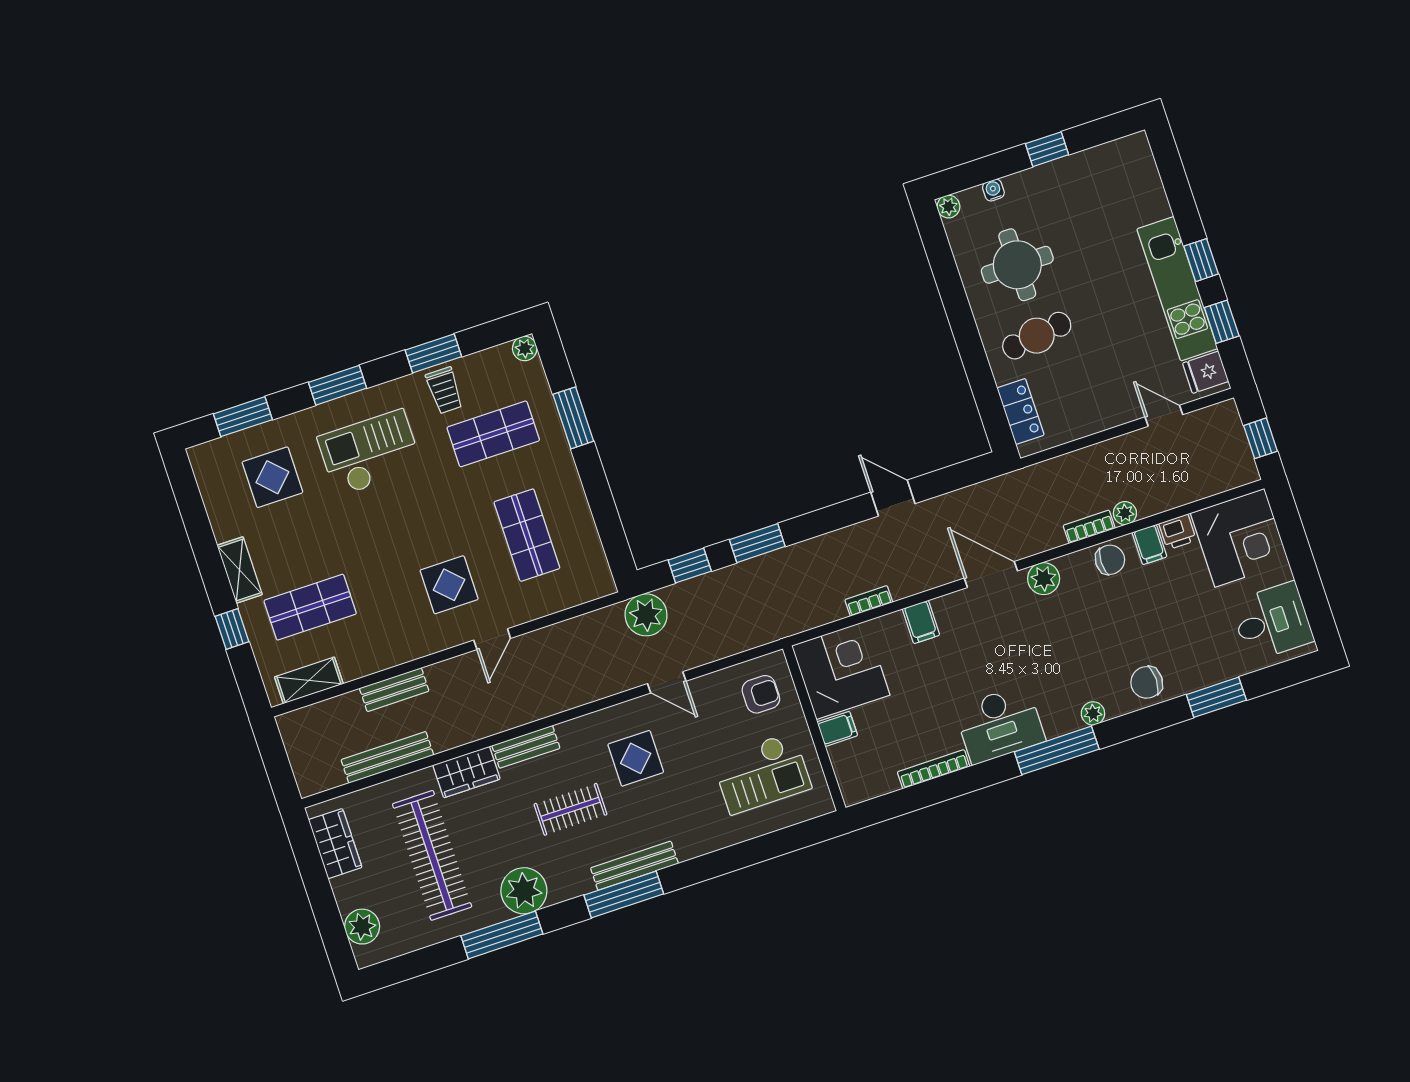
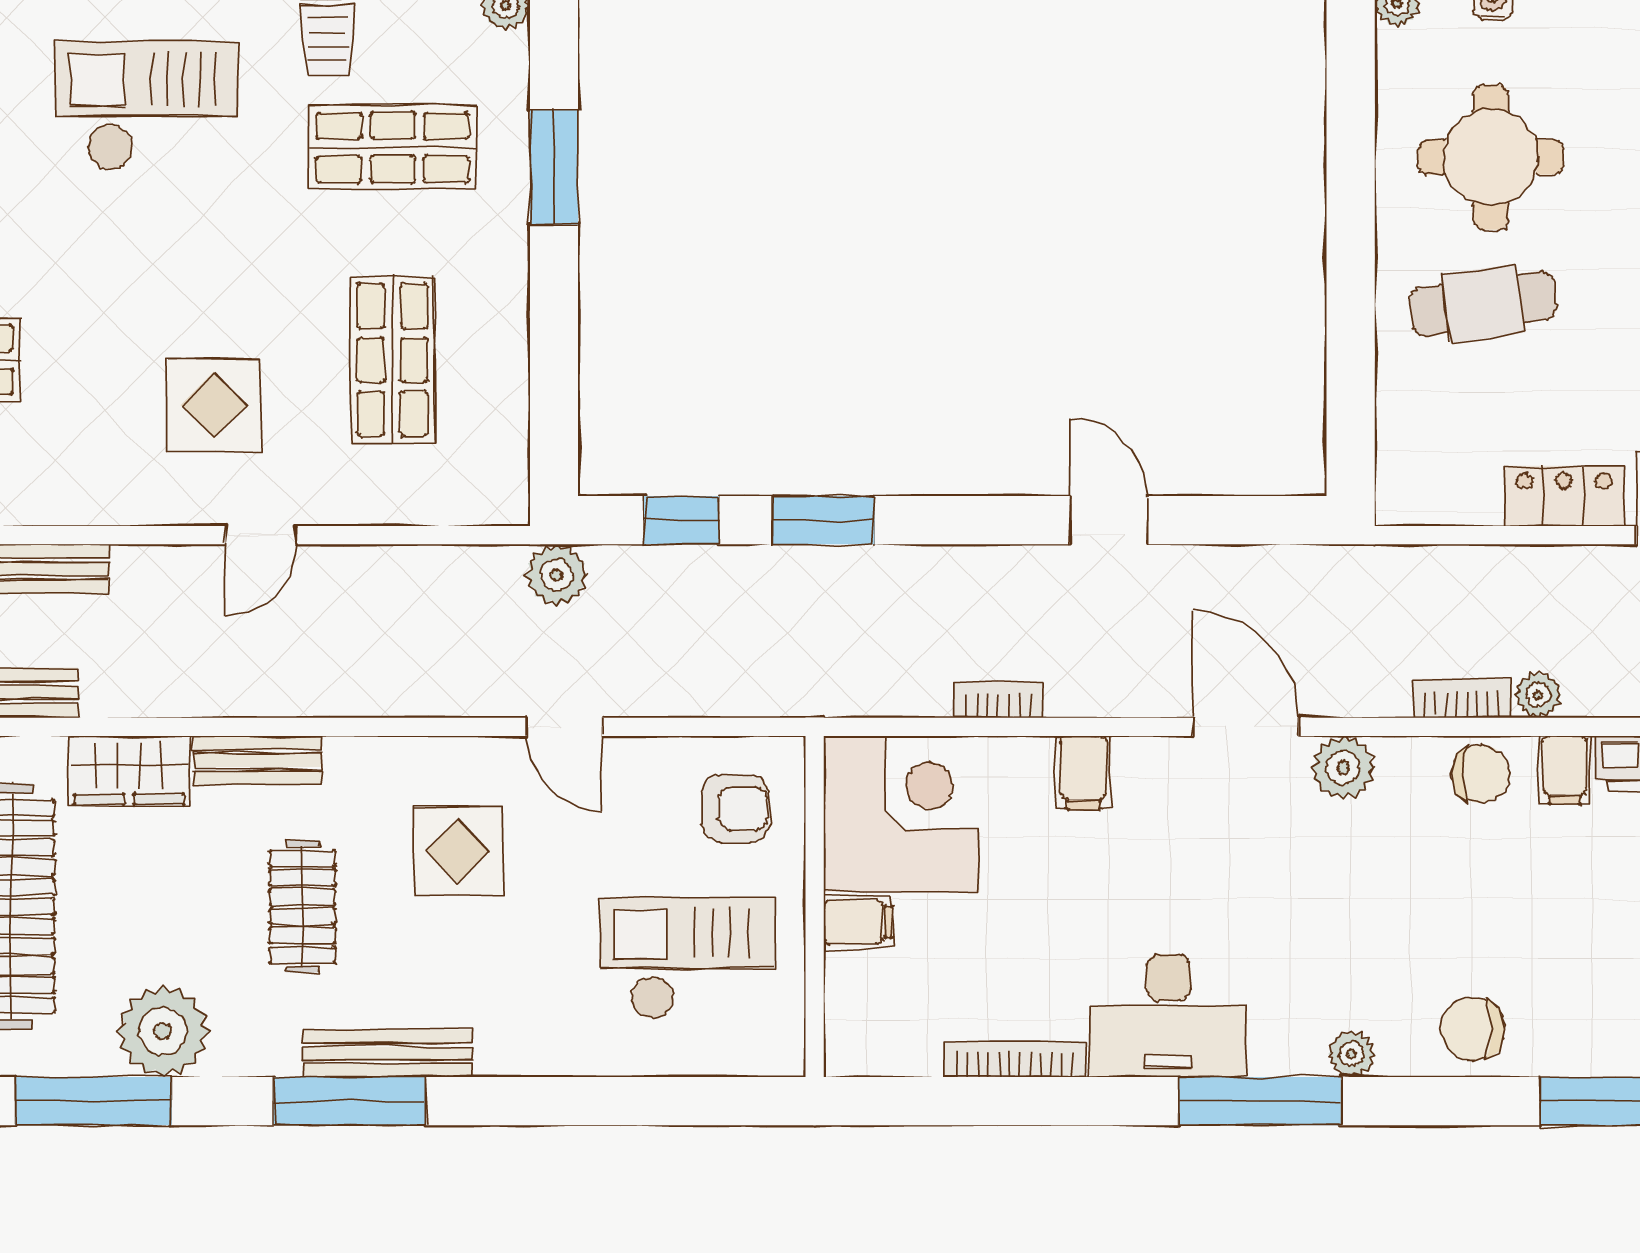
locker: (1021, 411) -> (1564, 496), moved, turned -90
plant: (646, 615) -> (557, 575), width x0.73, depth x0.73
checkout: (762, 773) -> (687, 959), turned 180
clothes rail: (571, 809) -> (302, 906), turned 90

